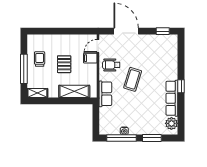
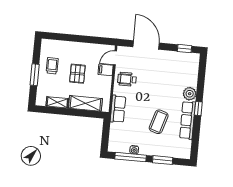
window: (24, 69) -> (35, 75), width x0.69
coffee table: (133, 79) -> (159, 122), moved
shelving: (37, 93) -> (57, 102), moved
plant: (171, 123) -> (190, 94), moved

